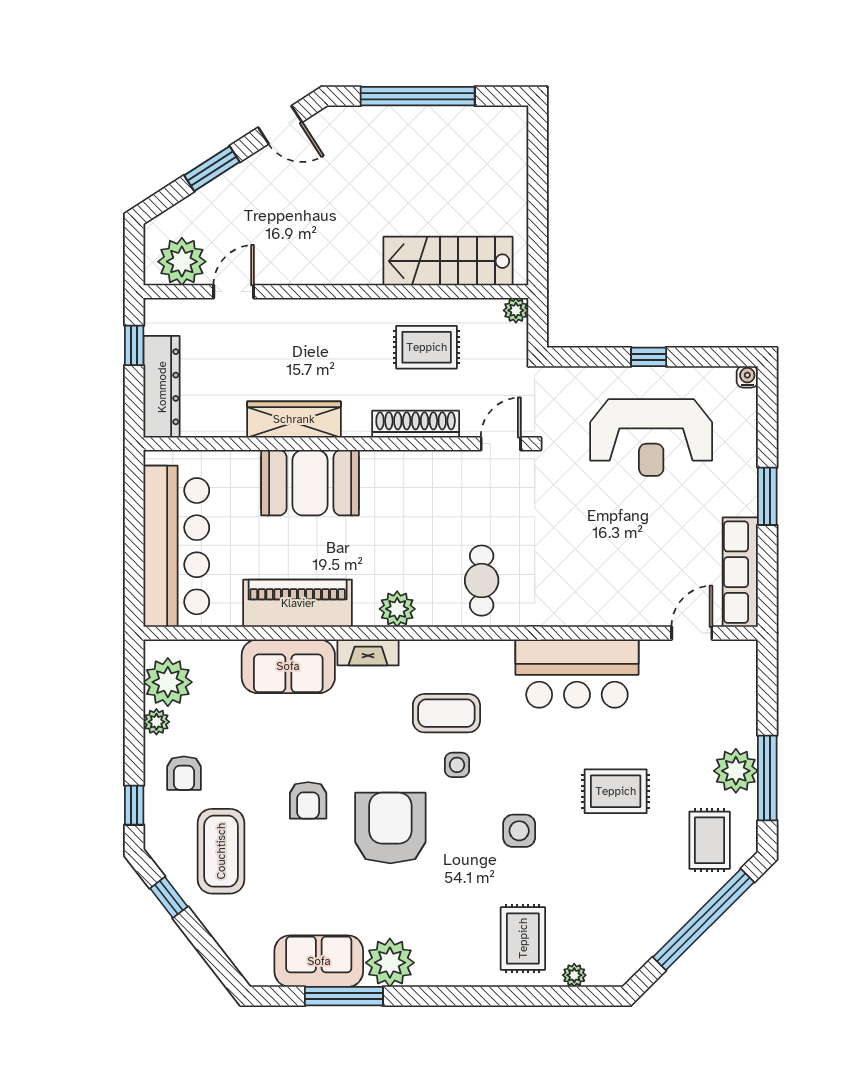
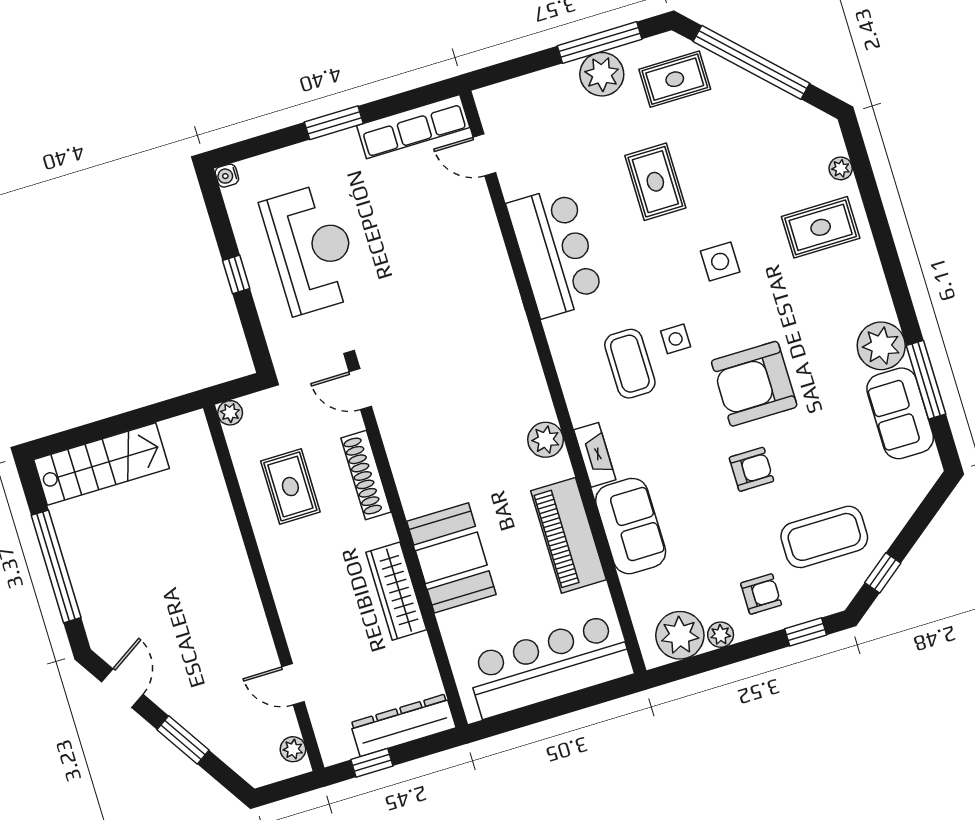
stairs: (448, 261) -> (102, 464), moved, turned -90
plant: (182, 262) -> (293, 749), width x0.53, depth x0.53
cafe table: (482, 581) -> (495, 368), removed

